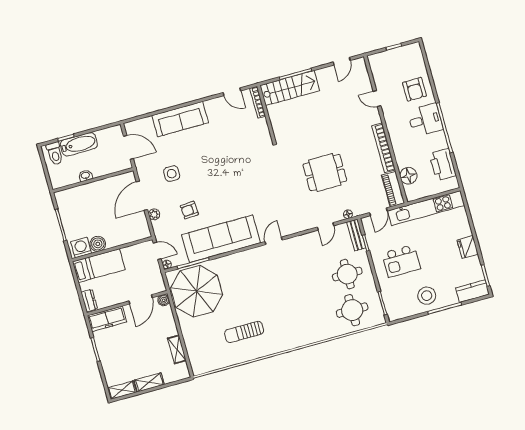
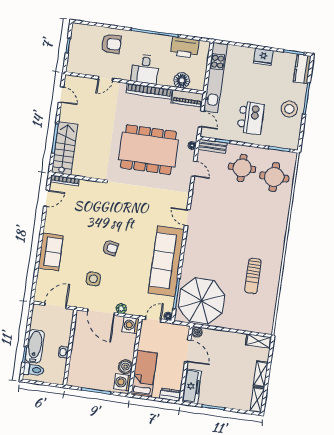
sofa: (180, 119) -> (51, 252), width x0.73
desk: (425, 120) -> (145, 69), moved, turned 180
dining table: (325, 172) -> (148, 150), width x1.88, depth x1.24
armchair: (189, 210) -> (110, 248), moved, turned -76
washing machine: (142, 231) -> (131, 325), added
shelving: (177, 349) -> (259, 341), moved

